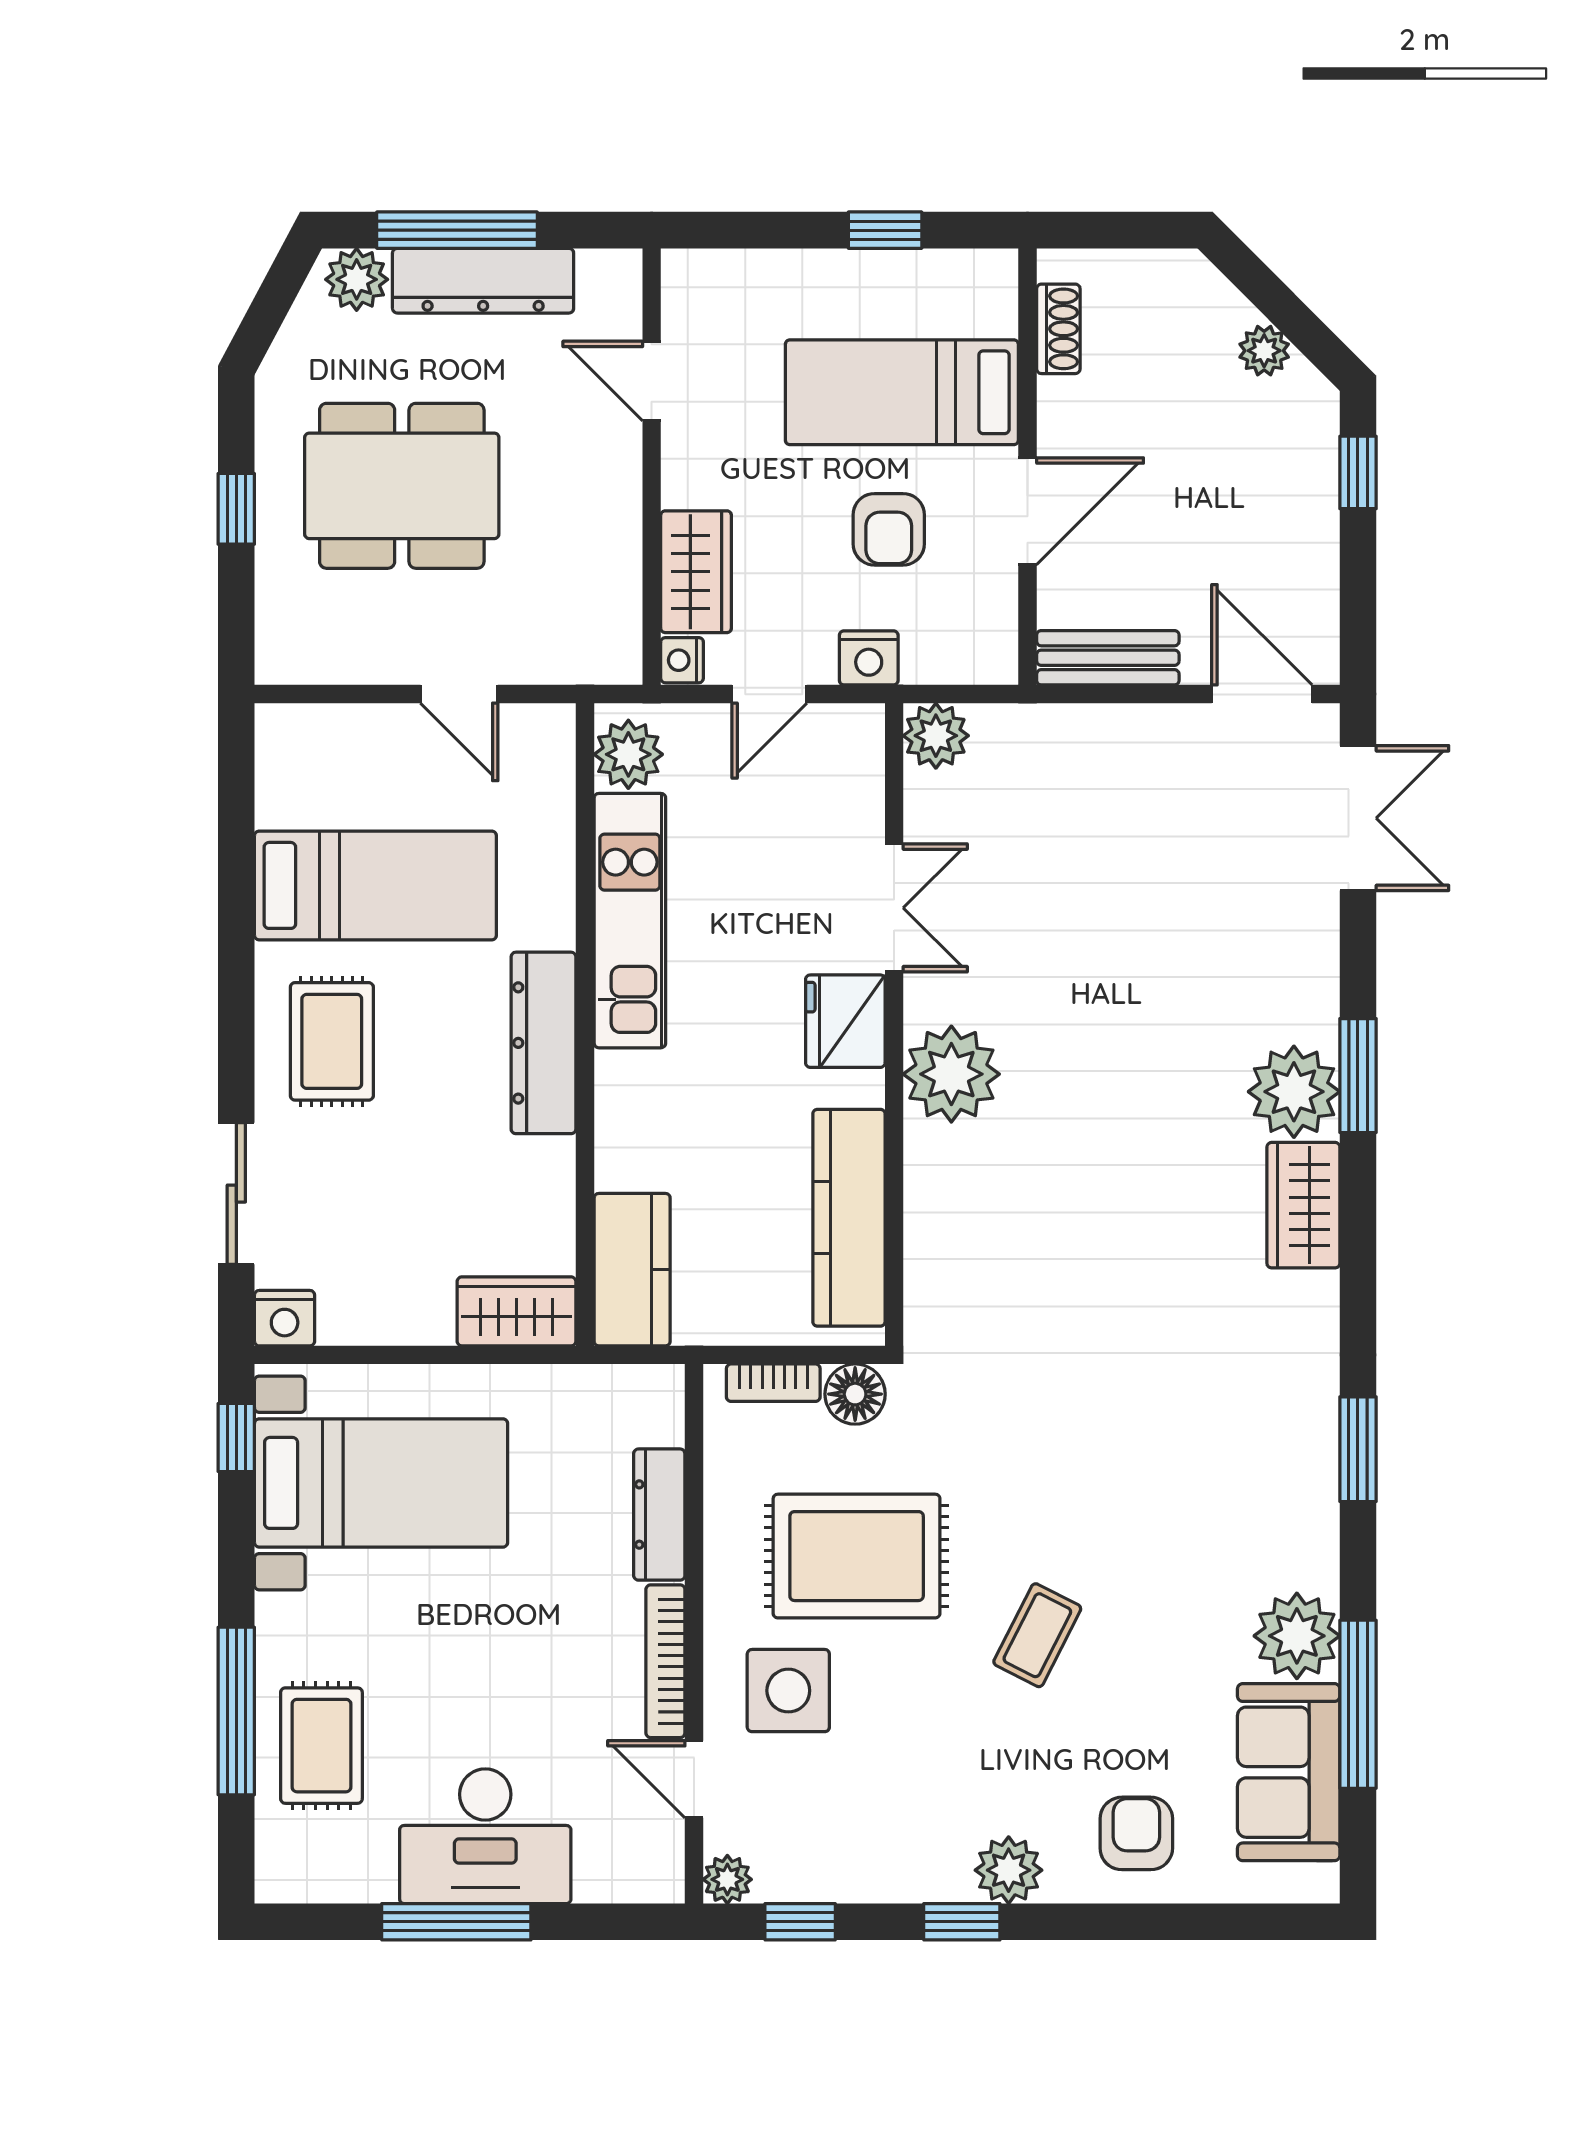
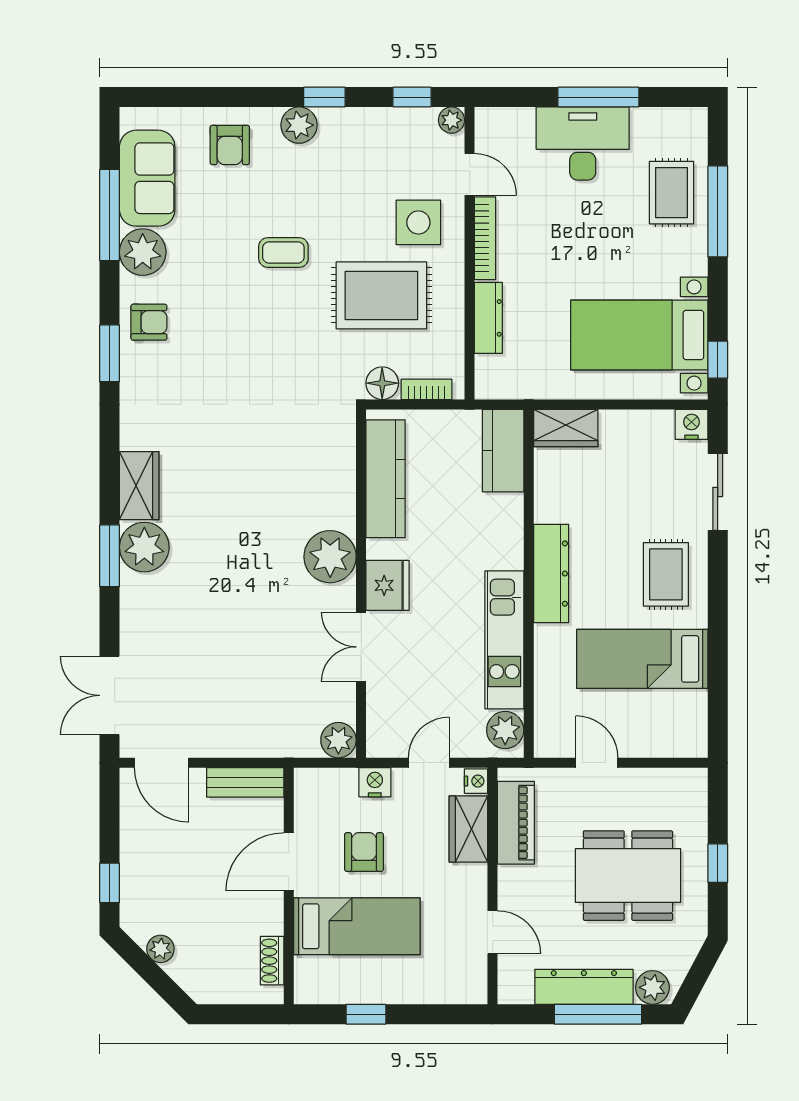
piano: (608, 583) -> (516, 823), added
armchair: (1285, 1507) -> (149, 322), added
coffee table: (1037, 1635) -> (283, 252), turned 63

